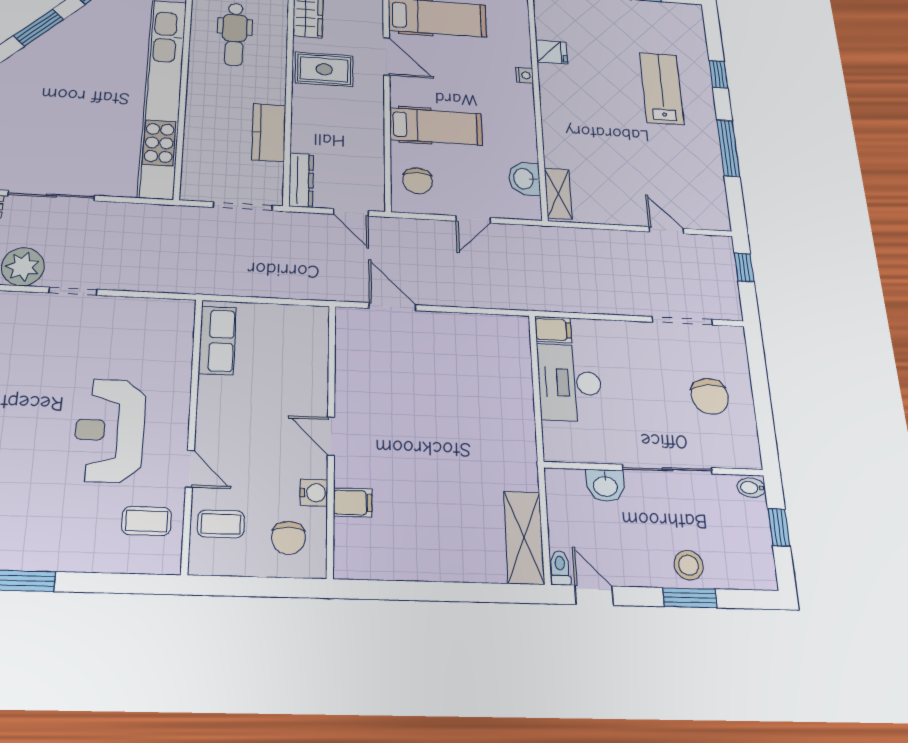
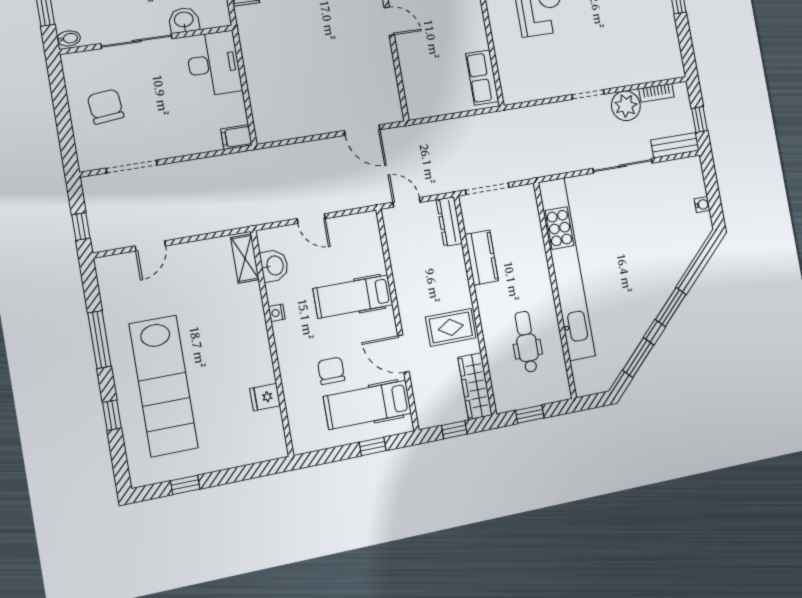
nightstand: (525, 75) -> (277, 313), moved
lab bench: (662, 88) -> (164, 386), width x1.86, depth x1.39
chair: (418, 181) -> (331, 371), moved
door: (473, 219) -> (311, 219), swing flipped
door: (666, 230) -> (150, 246), hinge flipped
desk: (570, 383) -> (214, 64), moved

